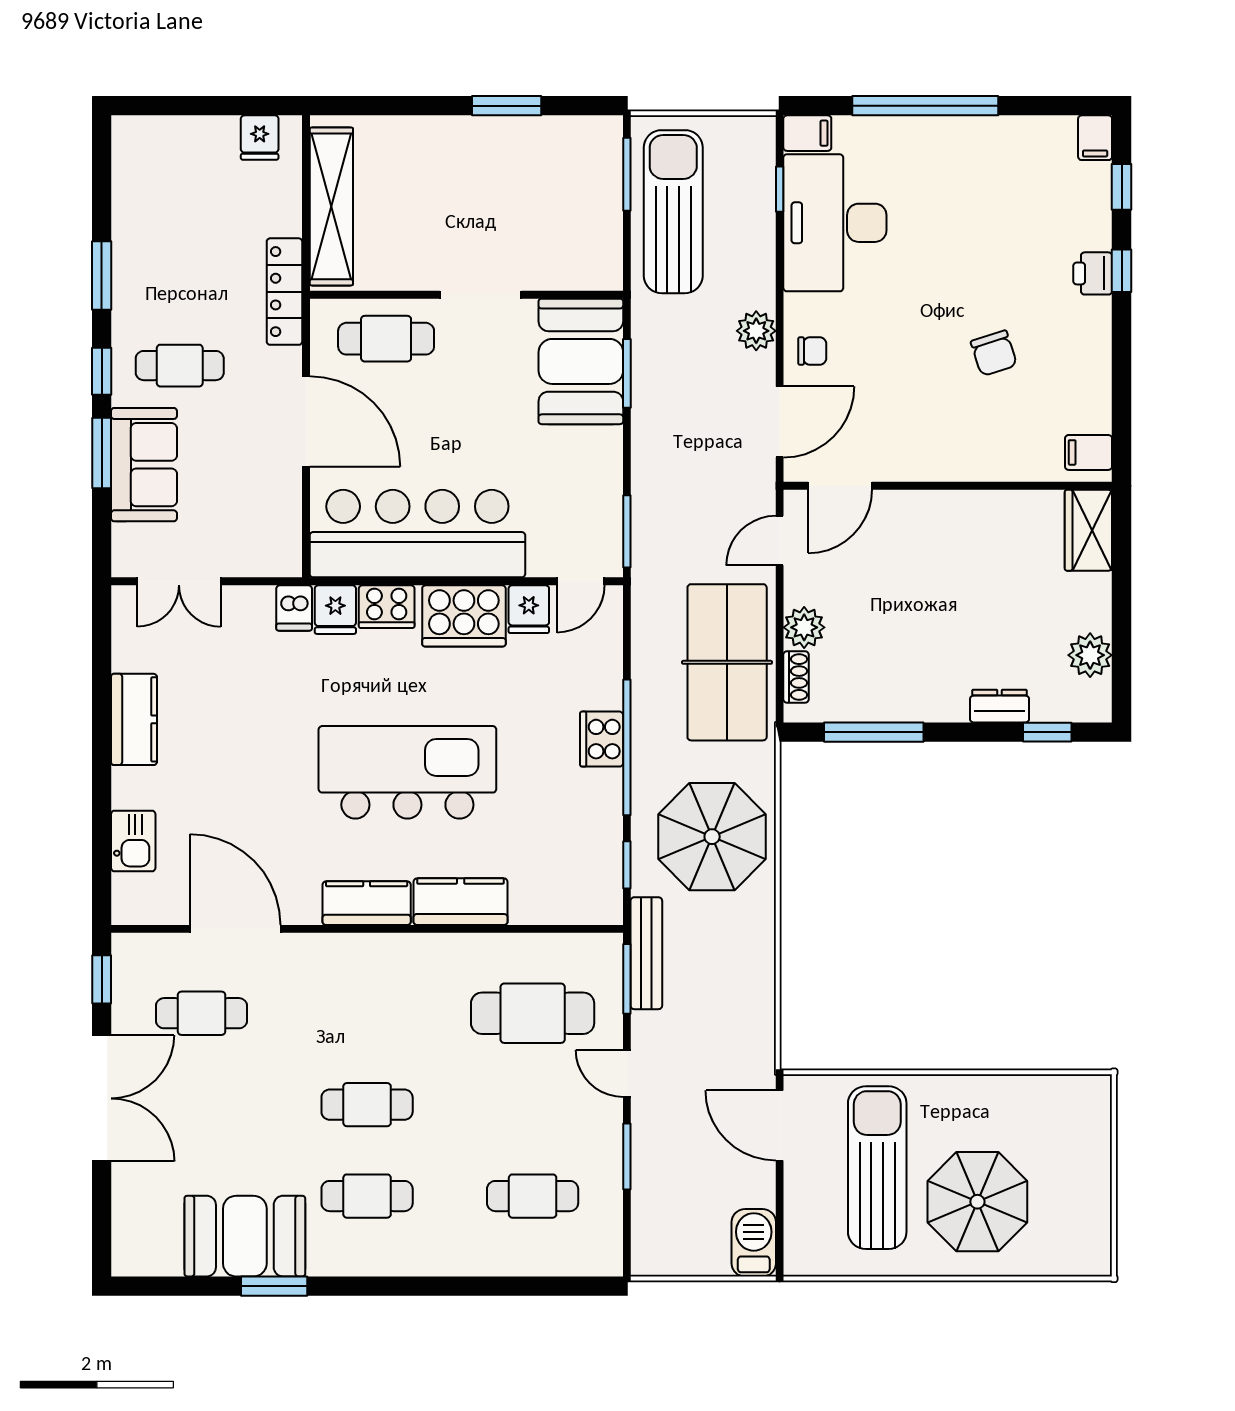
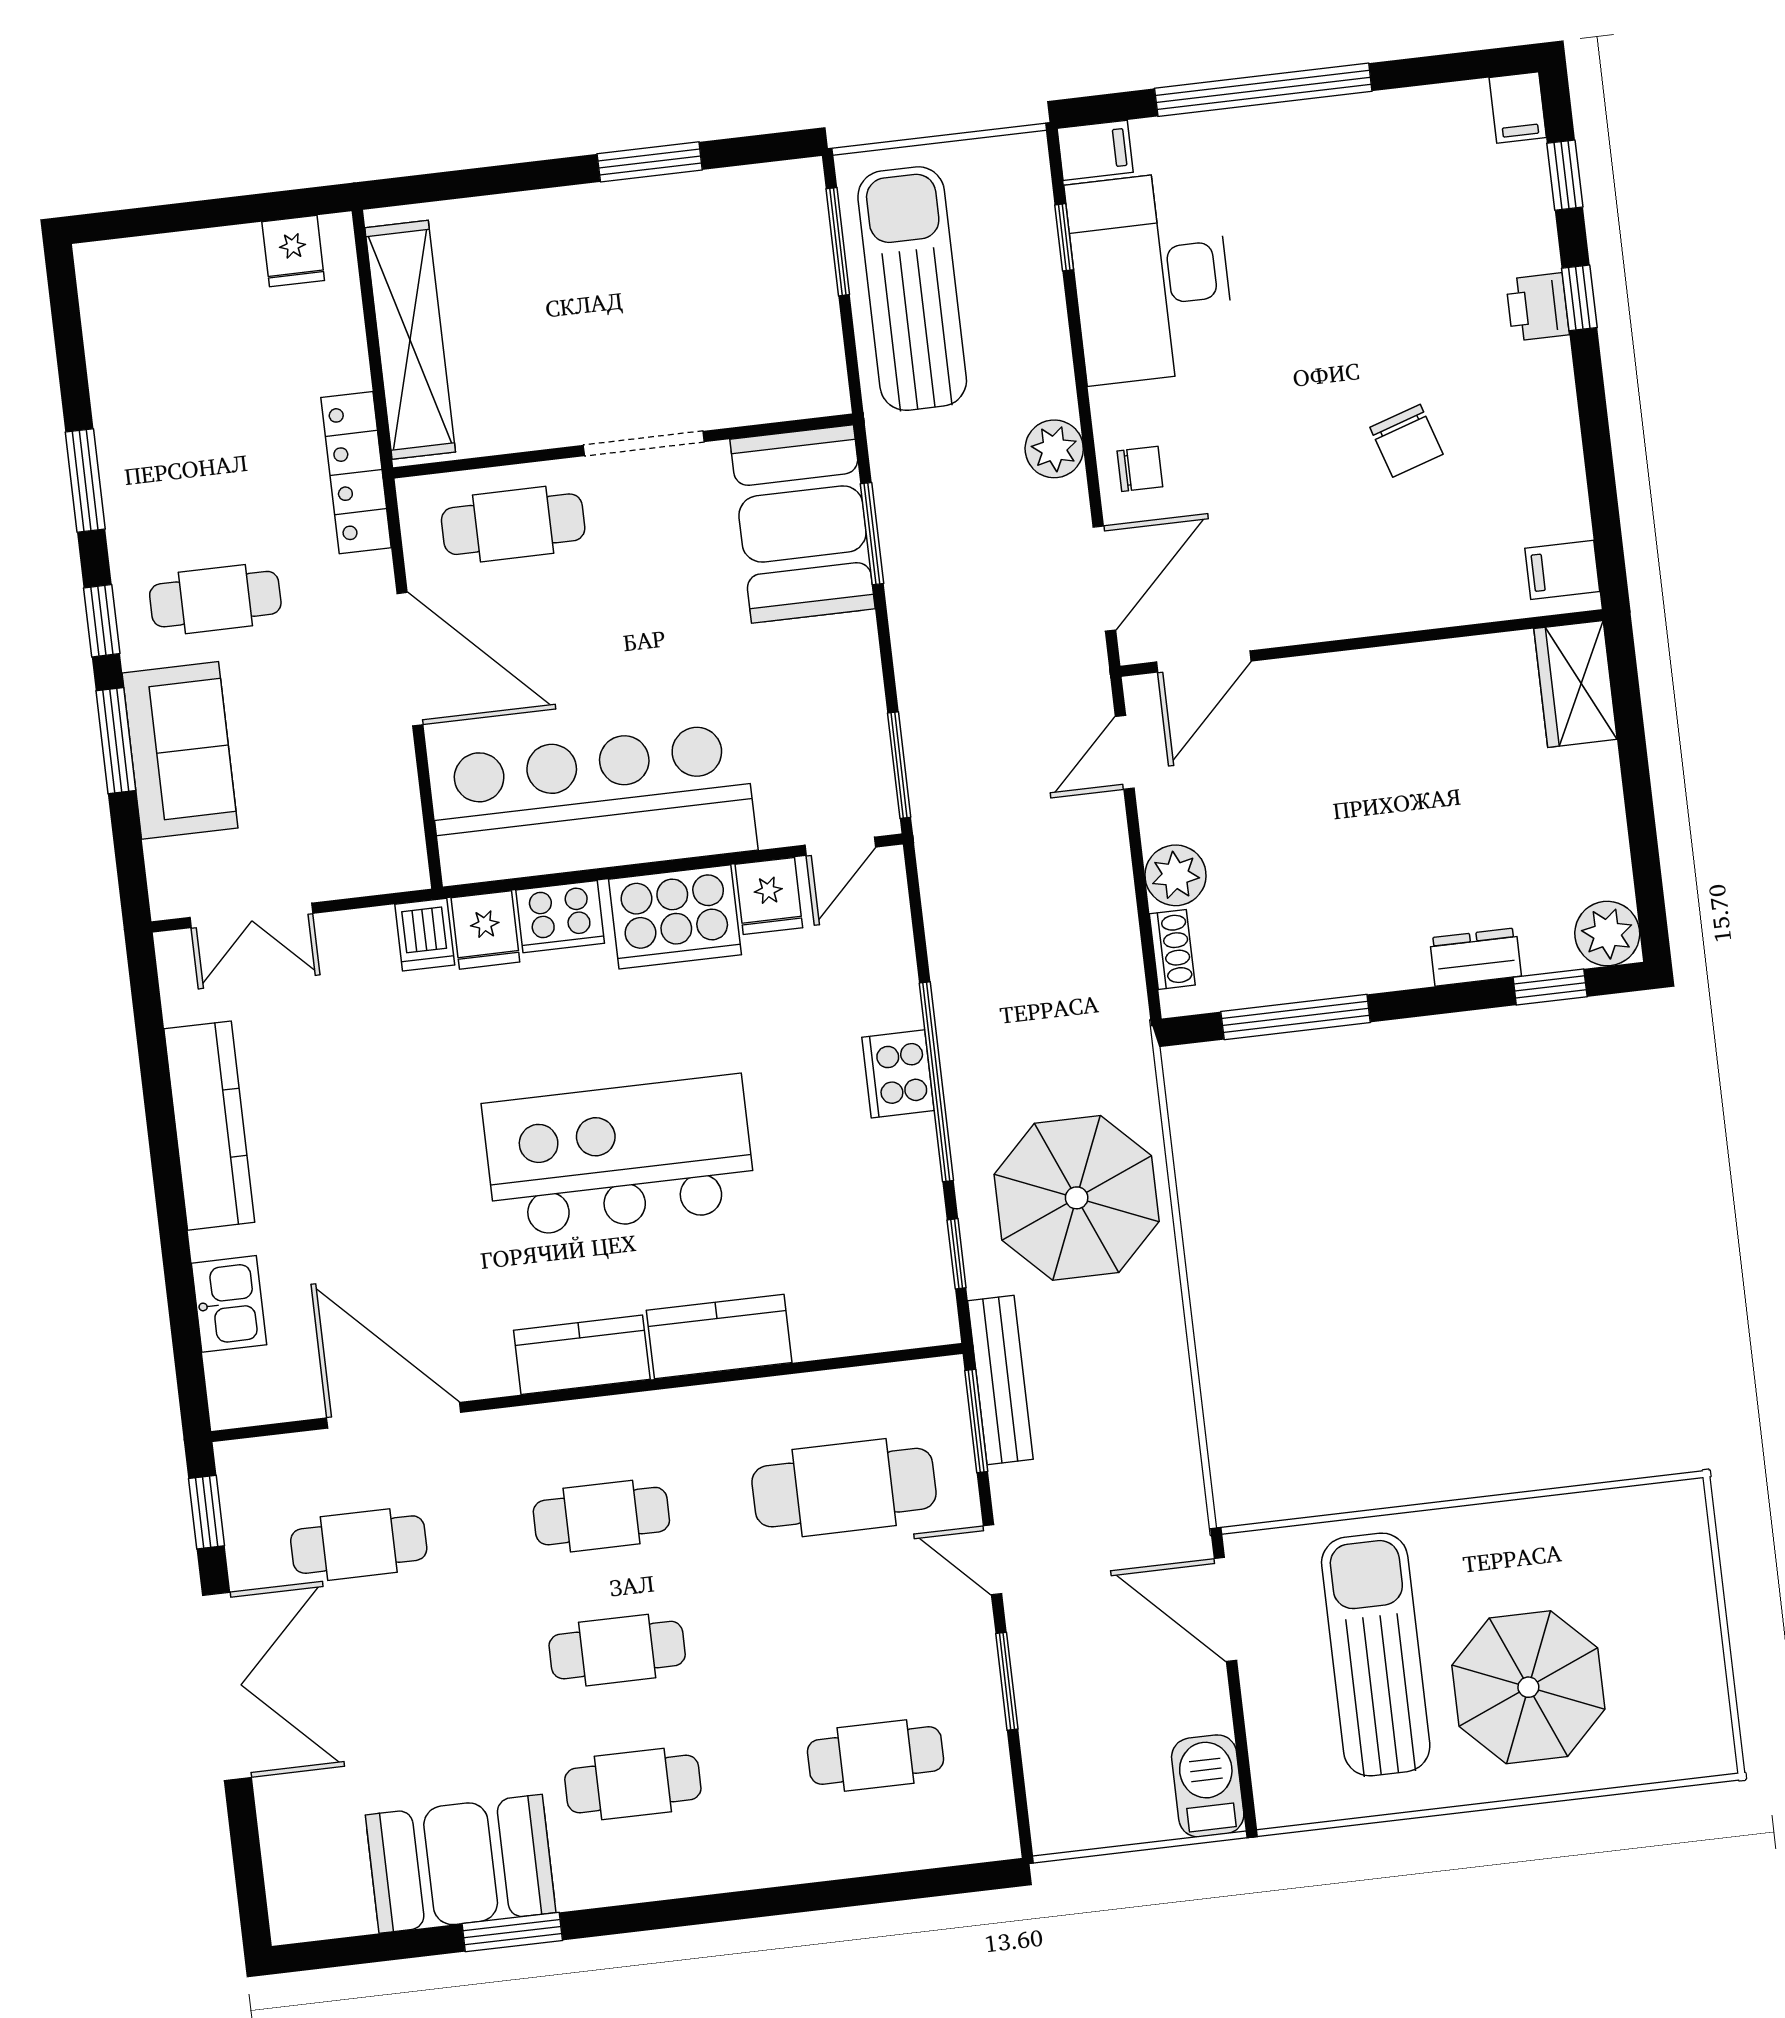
plant: (1090, 655) -> (1607, 934), moved
table tennis table: (727, 662) -> (1069, 940), removed
kitchen counter: (134, 719) -> (209, 1126), width x1.50
cafe table: (367, 1013) -> (601, 1516), added

